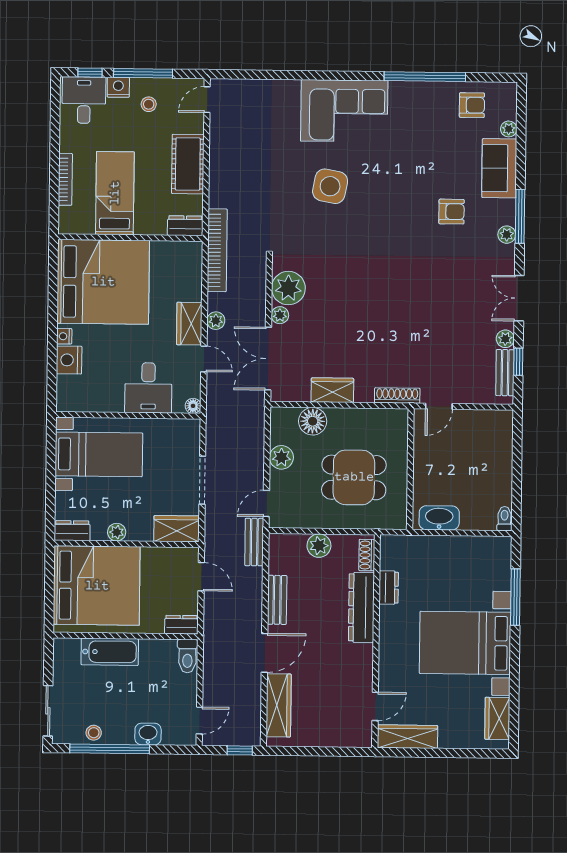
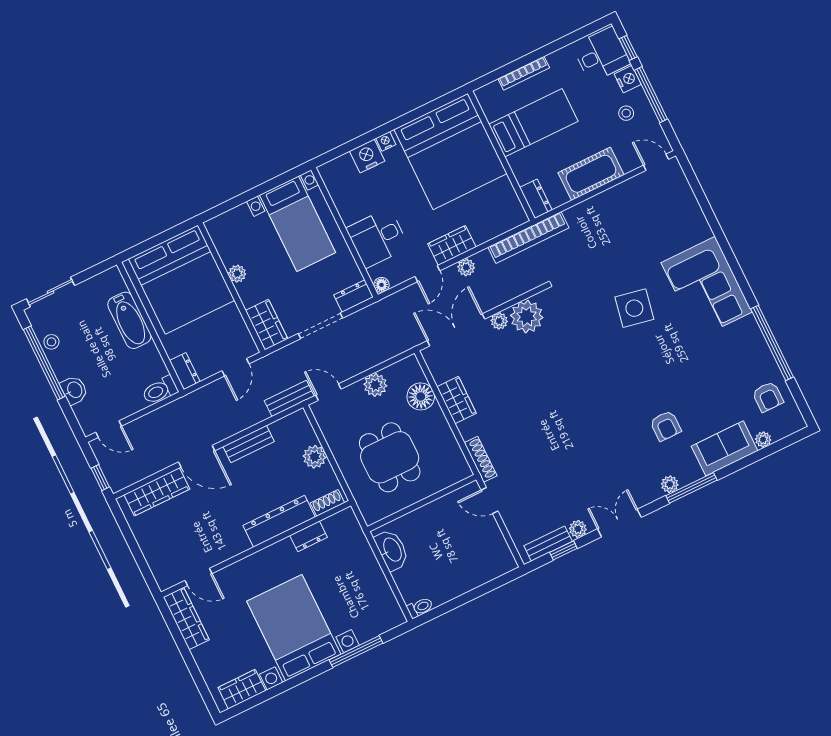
dresser: (72, 531) -> (354, 296), moved, turned -90

